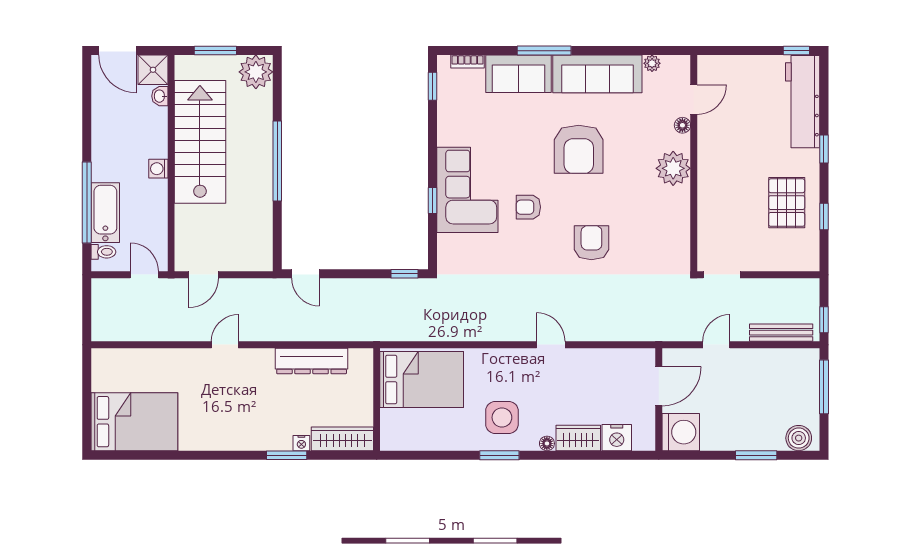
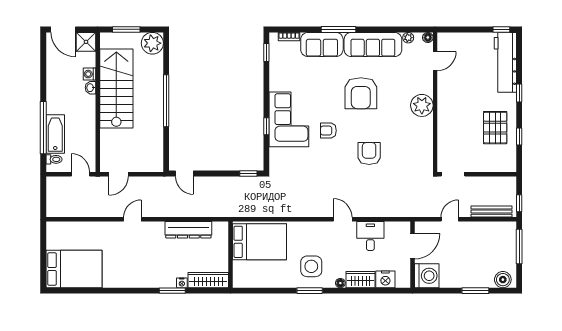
washbasin: (160, 96) -> (90, 88), moved
floor lamp: (682, 125) -> (428, 37), moved
washing machine: (158, 169) -> (89, 74), moved
desk: (593, 371) -> (370, 236), added

